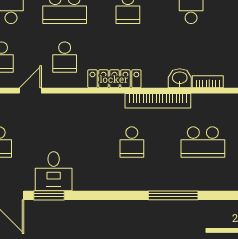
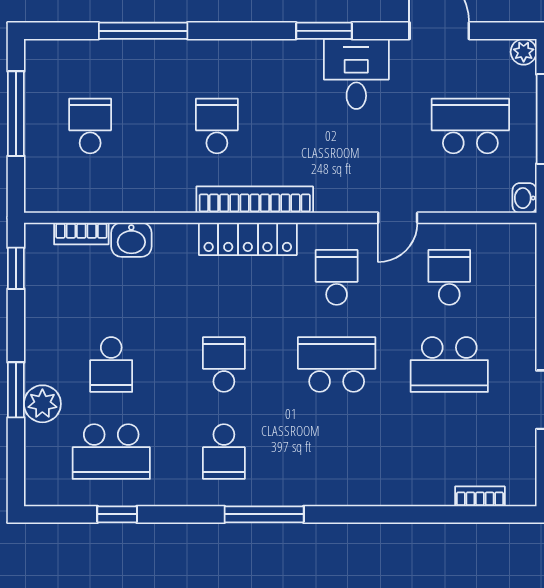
bookcase: (158, 101) -> (255, 200), moved
school desk: (203, 142) -> (90, 126), width x0.54
window: (49, 195) -> (324, 31), moved

